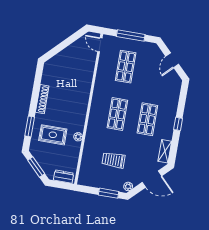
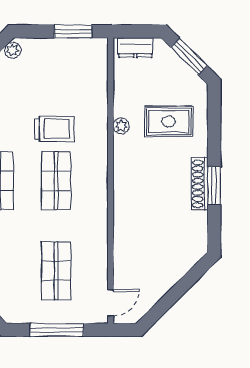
door: (100, 45) -> (111, 303), hinge flipped
window: (30, 126) -> (214, 186), moved
trolley: (113, 160) -> (54, 129), moved
window: (109, 193) -> (73, 31), moved

